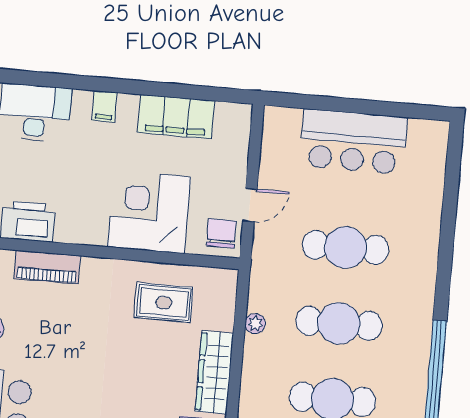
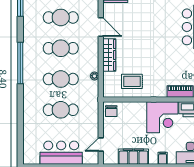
door: (250, 205) -> (101, 145), moved
corner desk: (149, 212) -> (162, 117), moved

